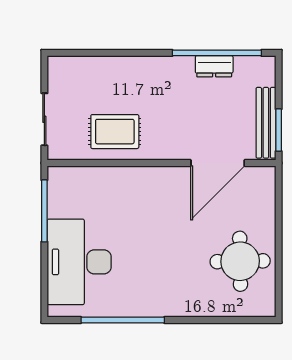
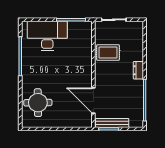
dresser: (214, 66) -> (138, 70), moved
rug: (115, 132) -> (108, 53), turned 90
round table: (240, 261) -> (38, 103), moved

